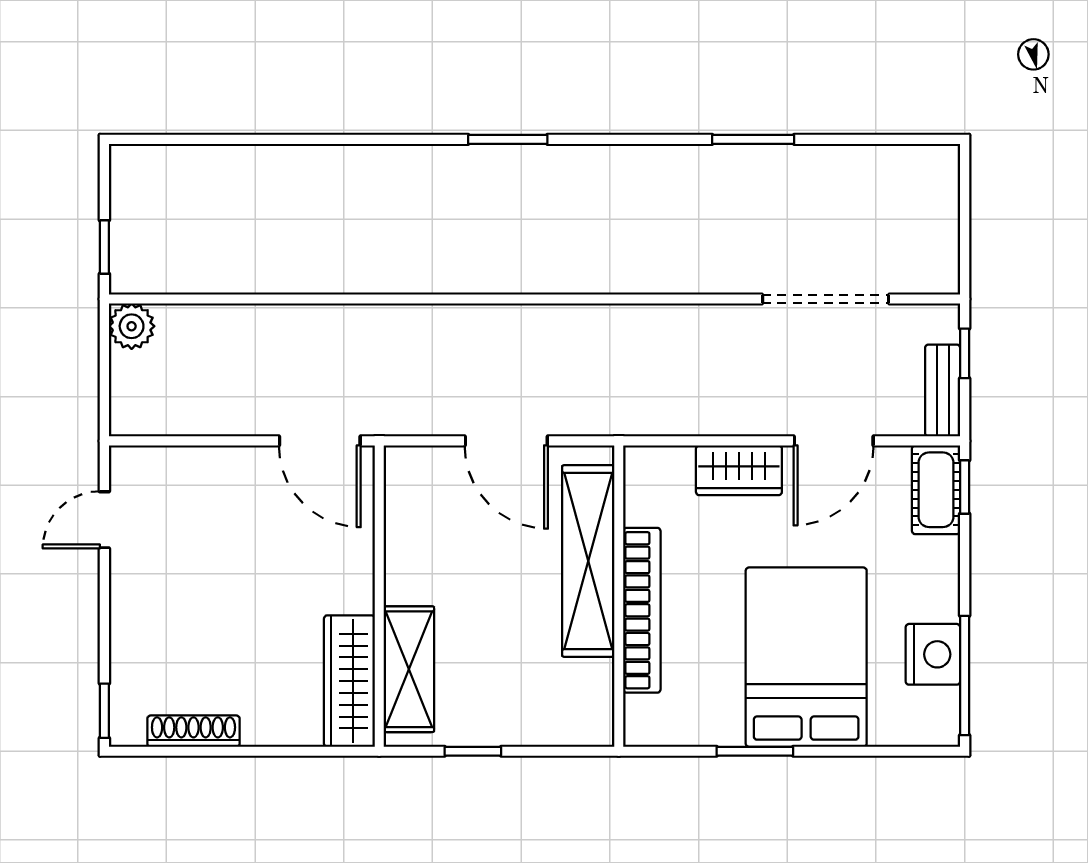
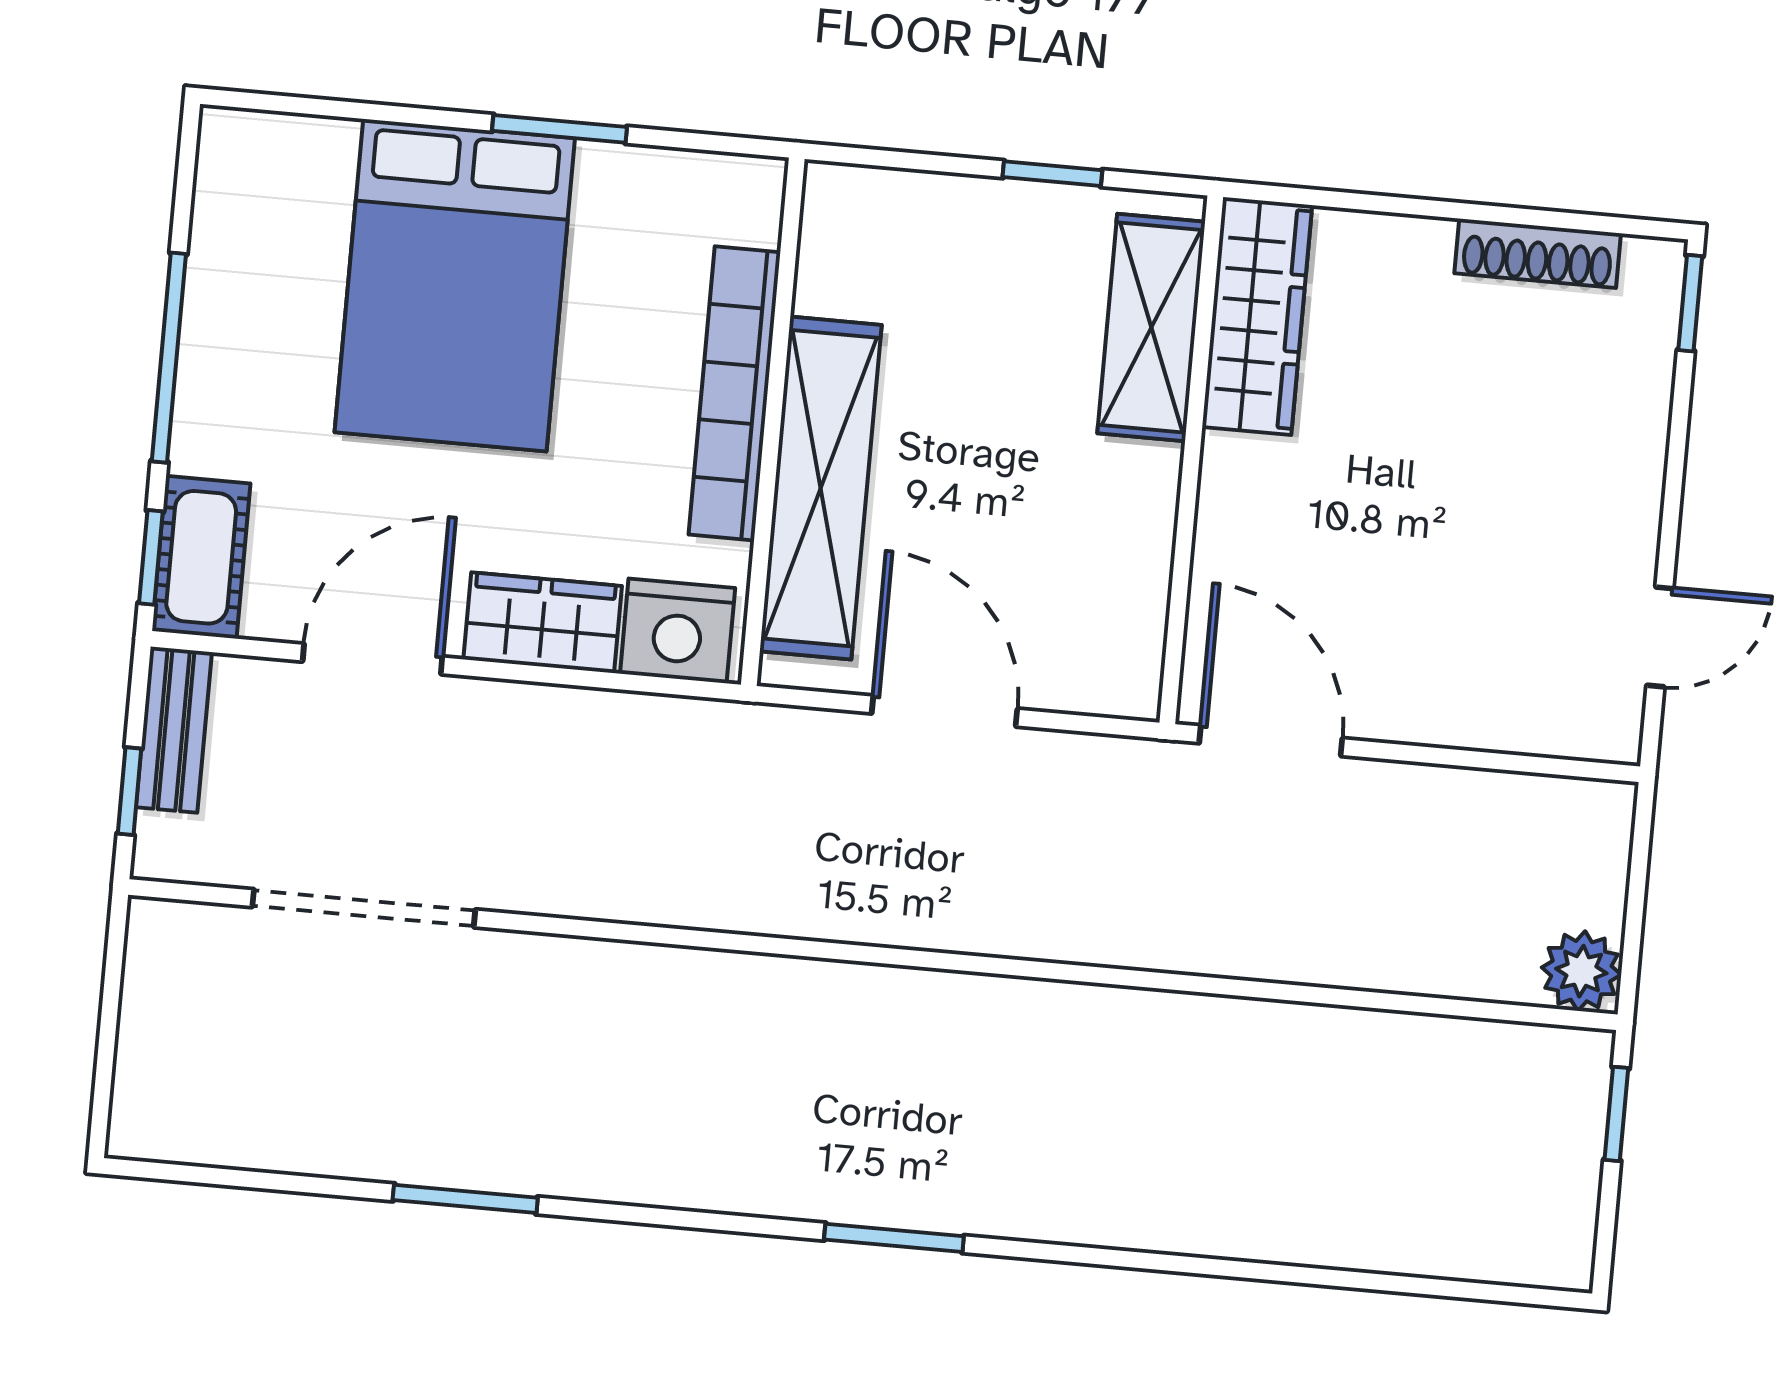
nightstand: (933, 654) -> (678, 631), moved, turned -90
window: (965, 676) -> (169, 358), moved

